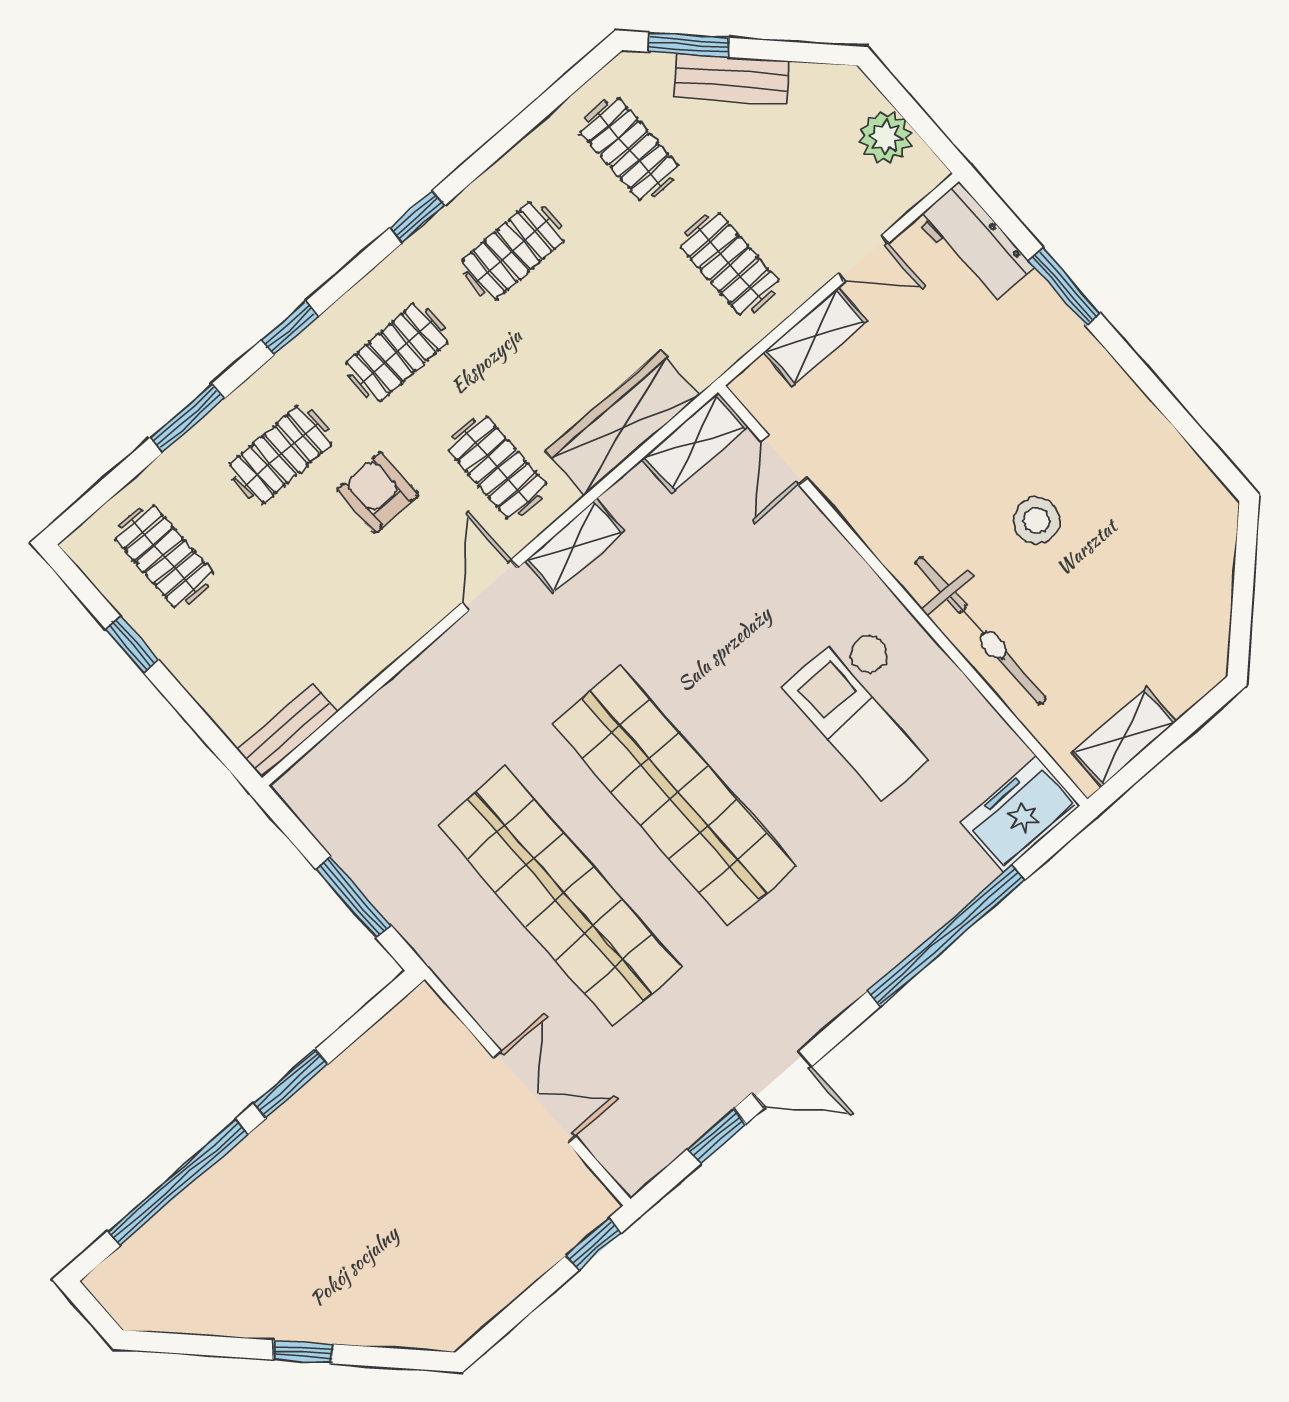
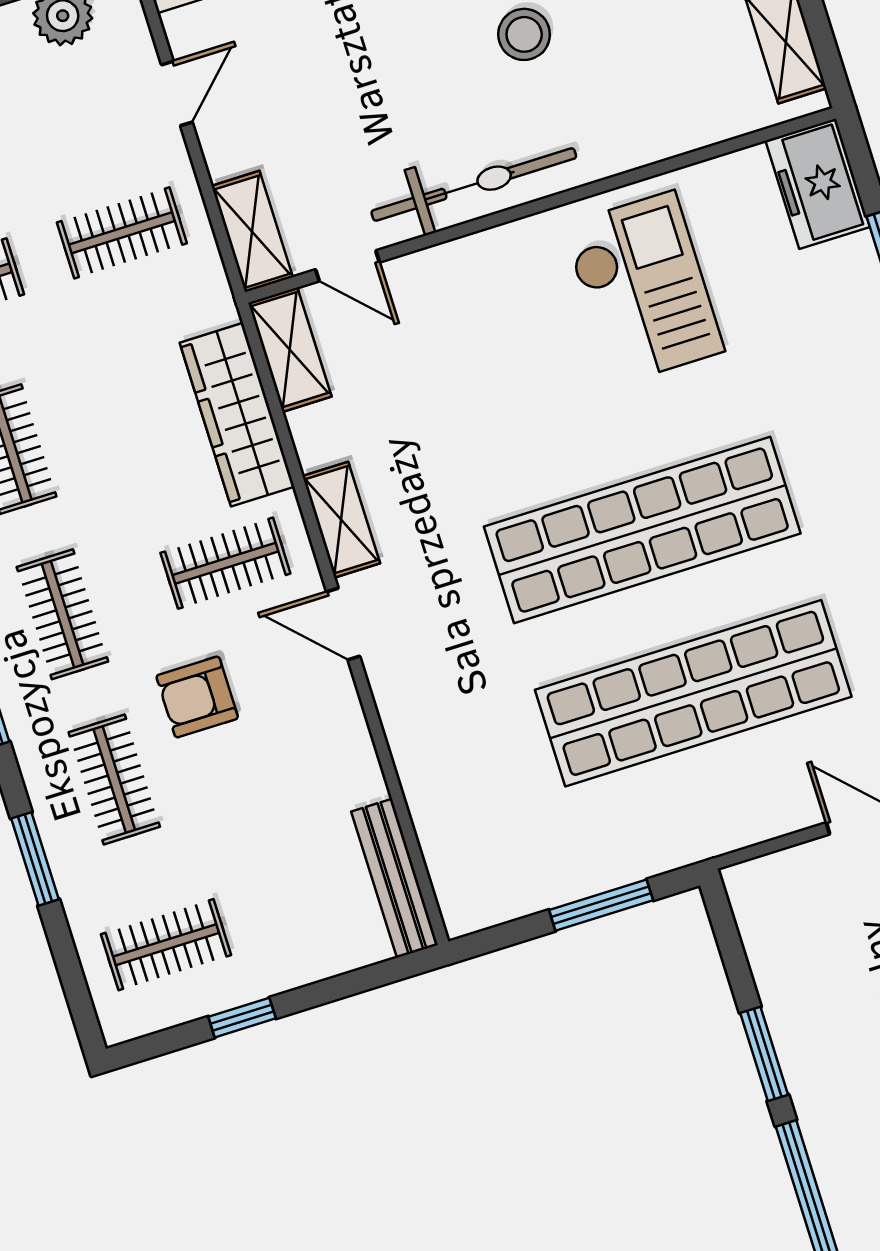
shelving: (815, 337) -> (252, 232), moved
bicycle: (981, 631) -> (474, 184), moved
checkout: (872, 709) -> (643, 288), turned -90
bench: (287, 731) -> (395, 878), width x1.36

